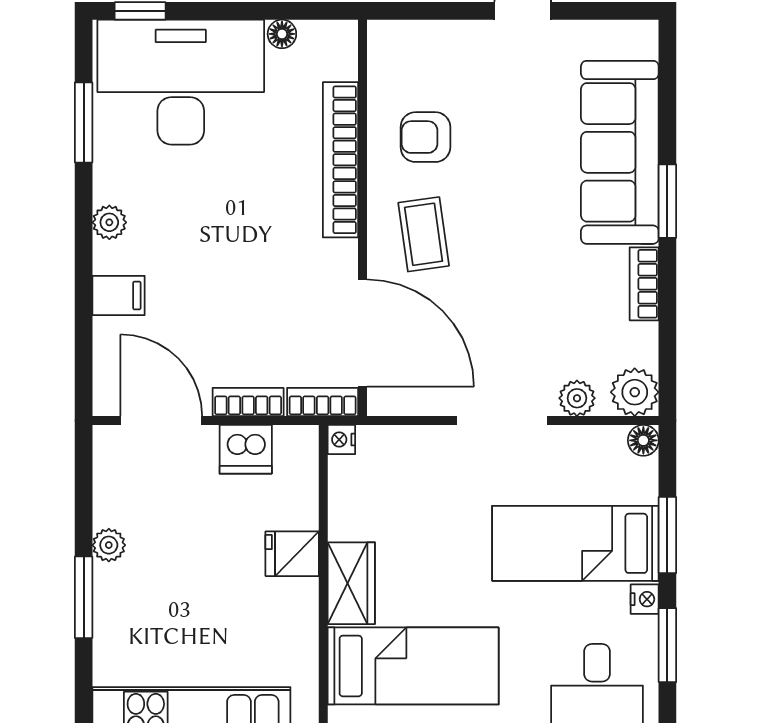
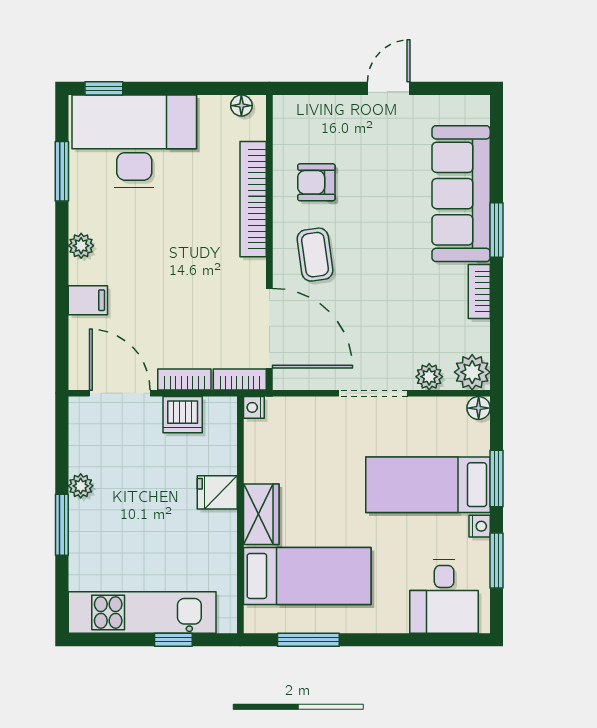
floor lamp: (282, 34) -> (241, 106), moved

